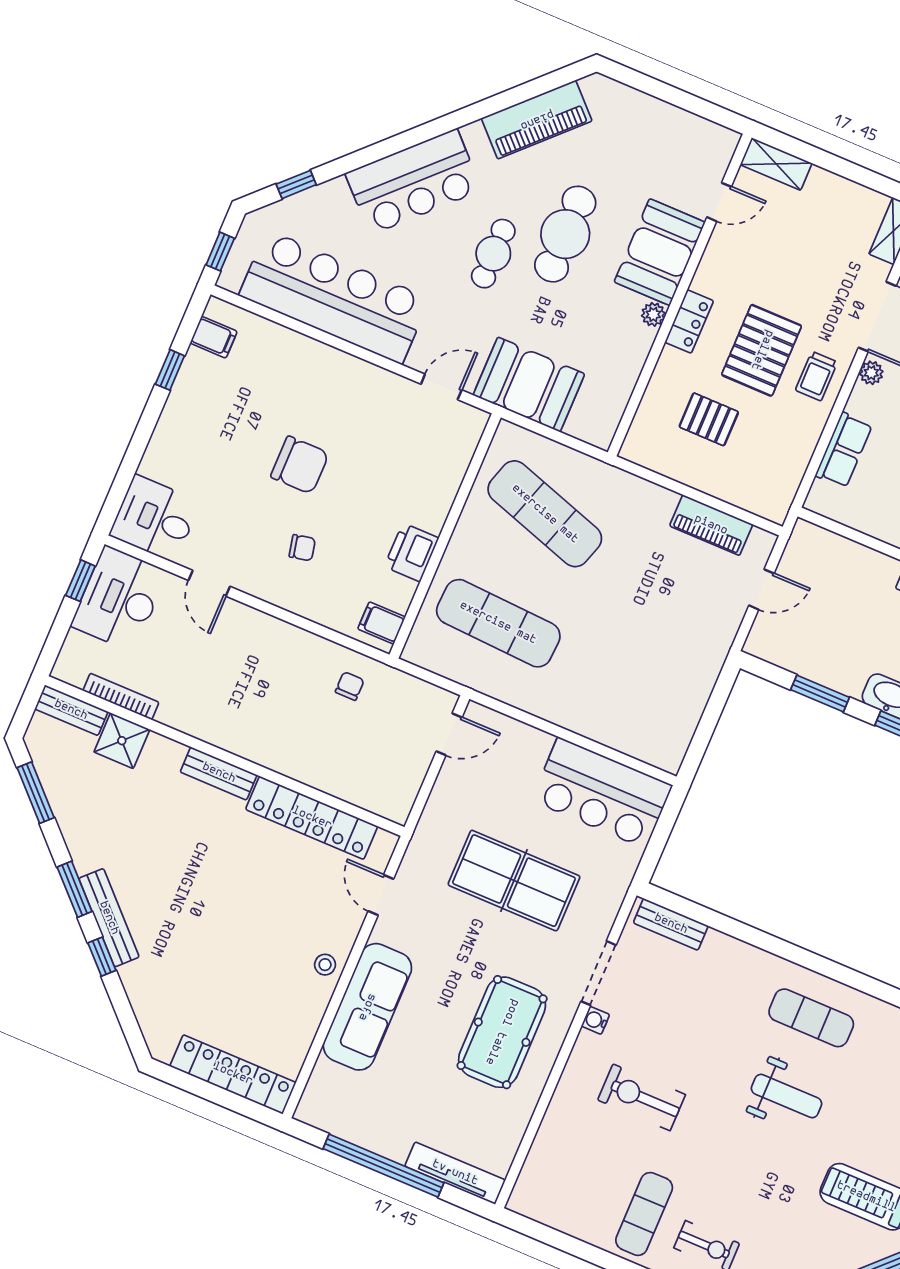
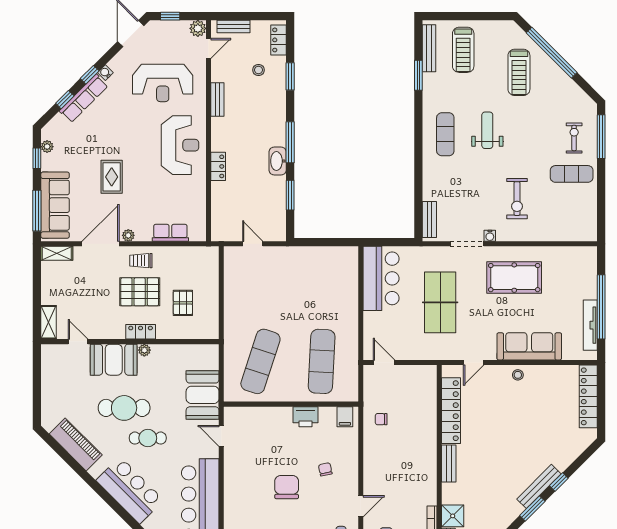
trolley: (816, 376) -> (141, 261), turned 180
piano: (711, 525) -> (232, 281), removed
tv unit: (455, 1173) -> (590, 325), moved

